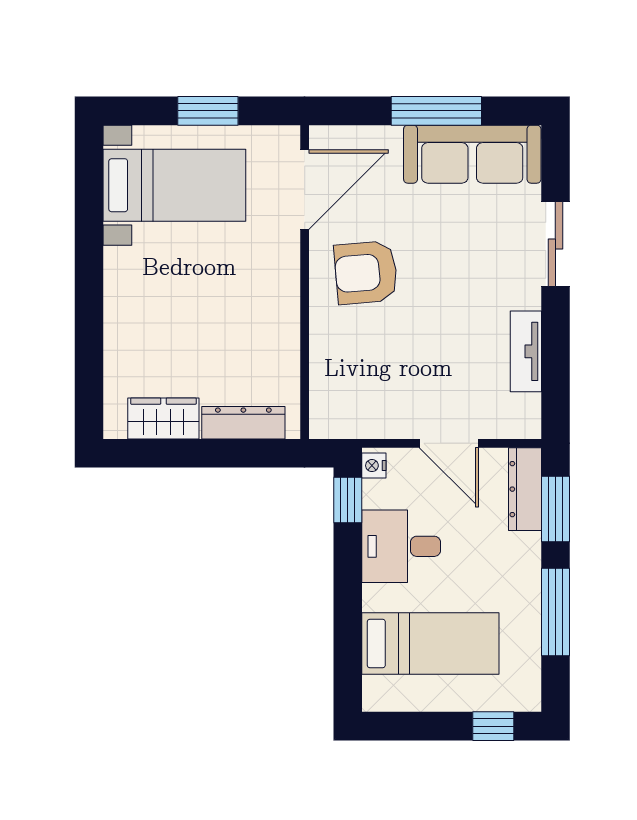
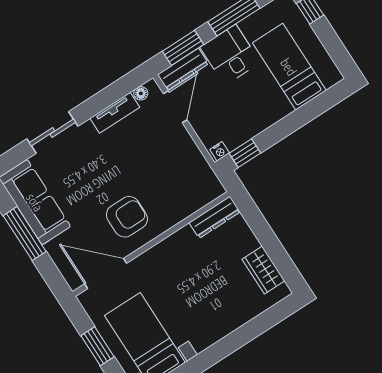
armchair: (366, 273) -> (127, 217), turned -85
floor lamp: (530, 407) -> (141, 93), added
dresser: (243, 423) -> (215, 217), moved, turned -90
door: (449, 443) -> (175, 107), moved
desk: (401, 546) -> (230, 55), moved, turned 180

